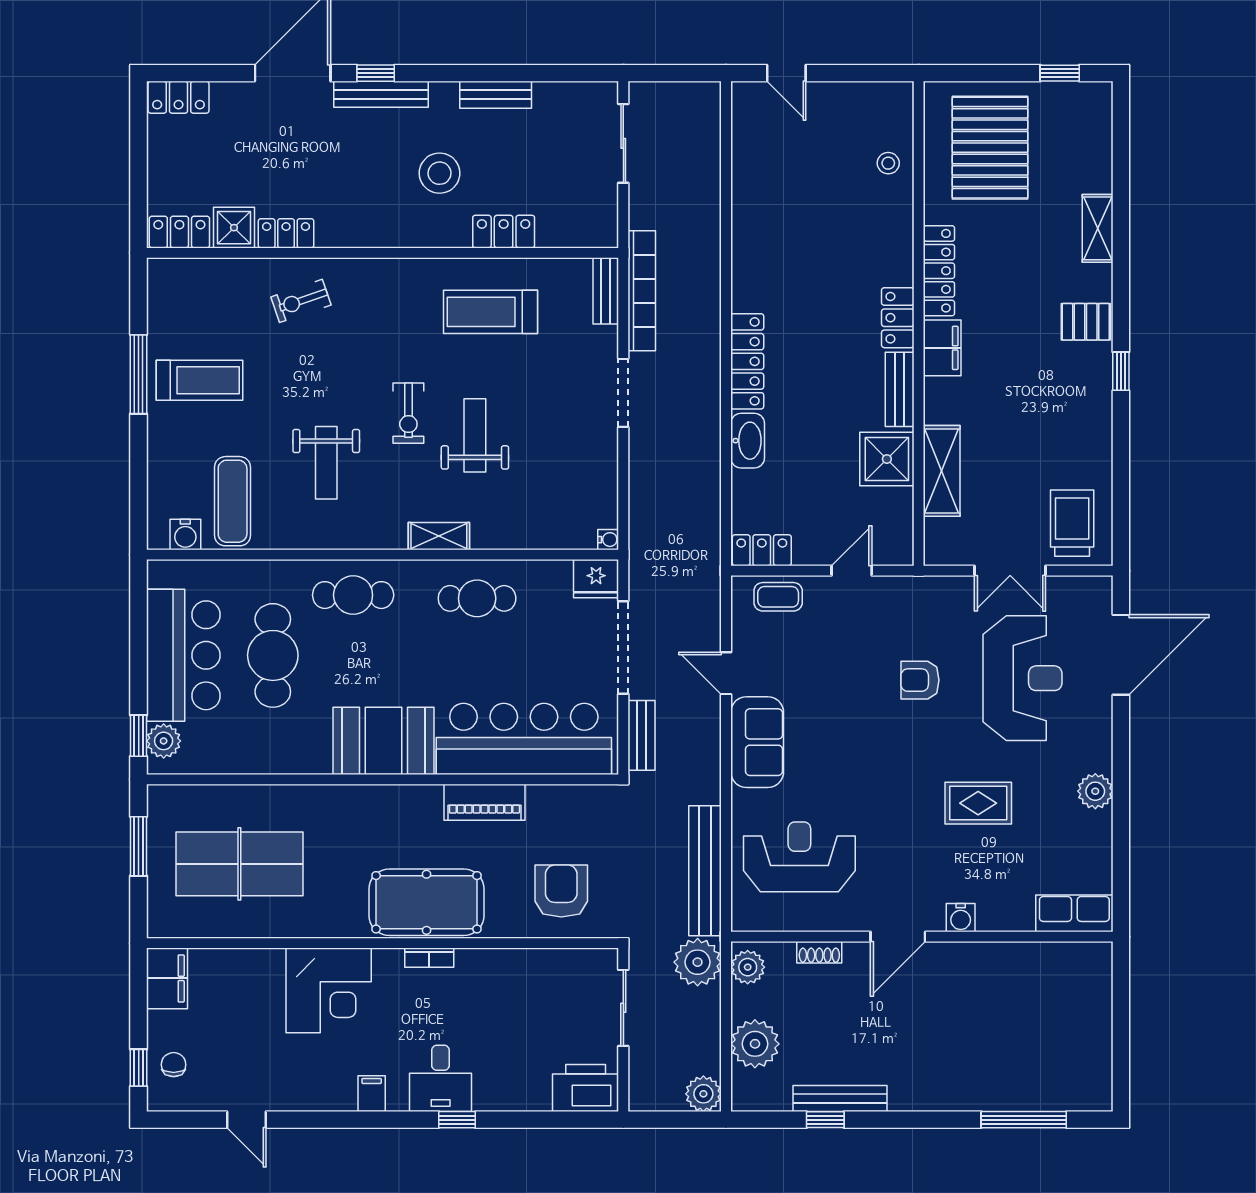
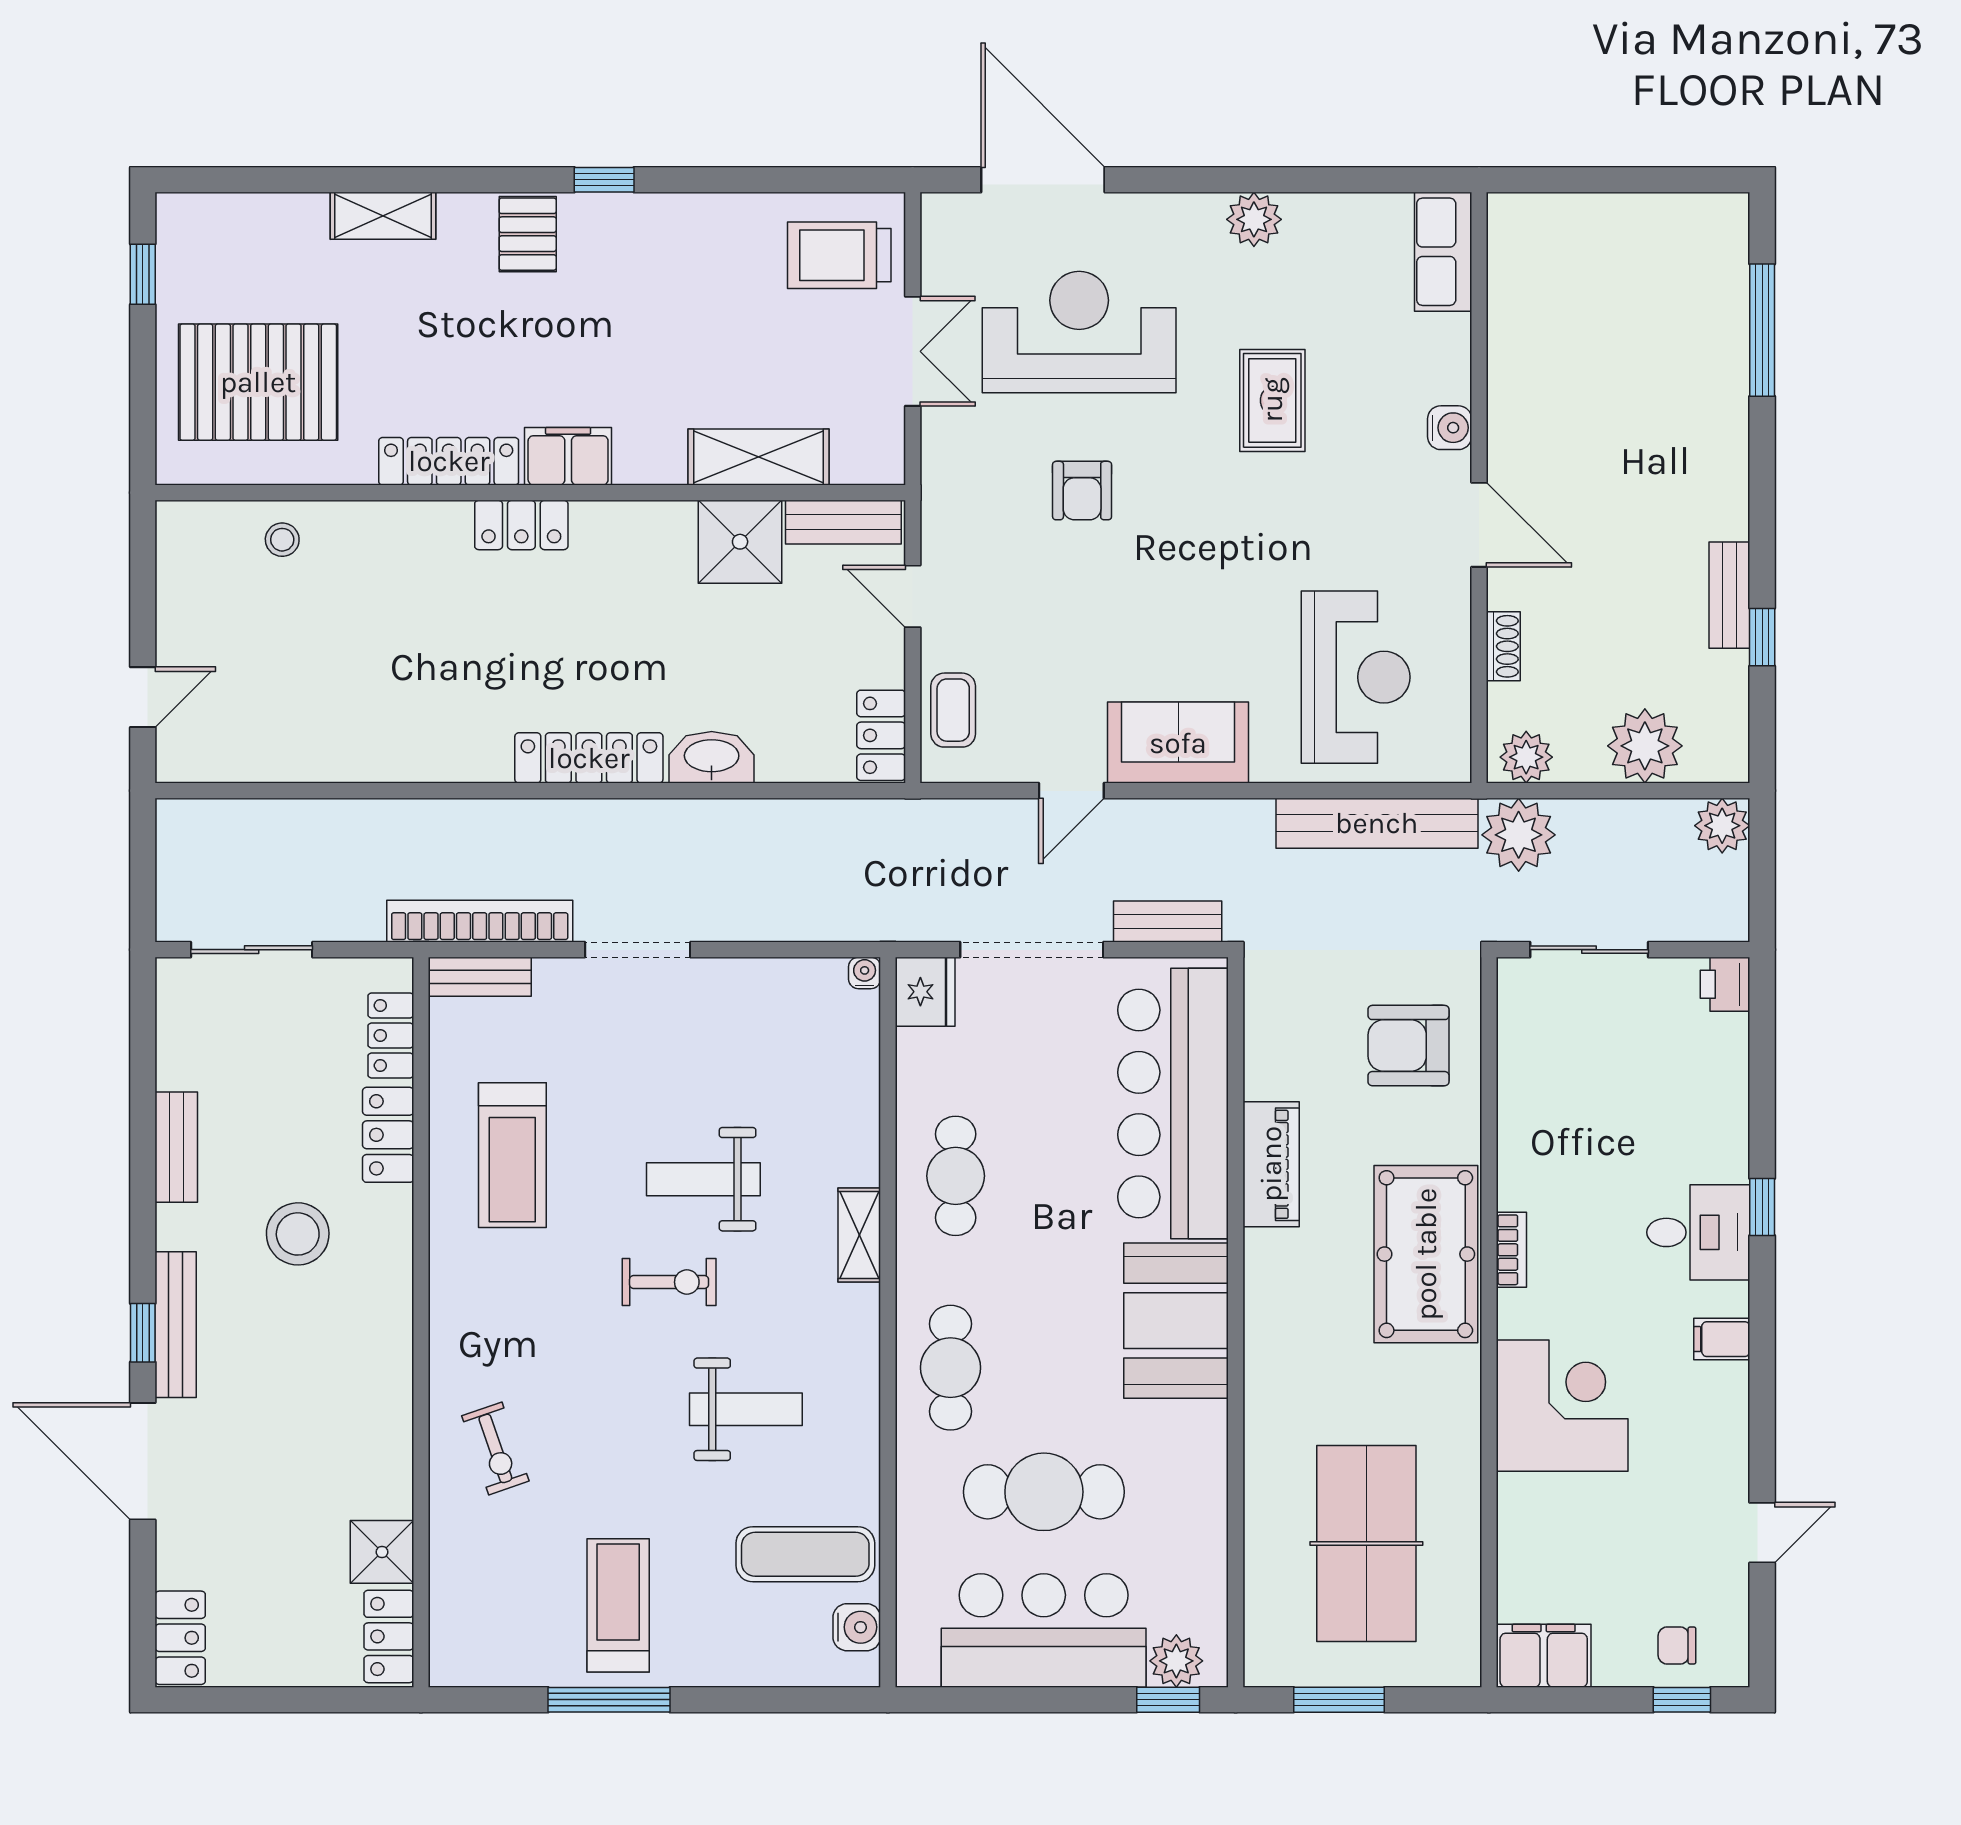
locker: (286, 233) -> (391, 1035), moved
bench: (900, 389) -> (843, 522), moved
reception desk: (799, 857) -> (1356, 677), turned 180
printer: (586, 1088) -> (1725, 984), width x0.53, depth x0.68
bench: (840, 1098) -> (1729, 595), width x0.73

